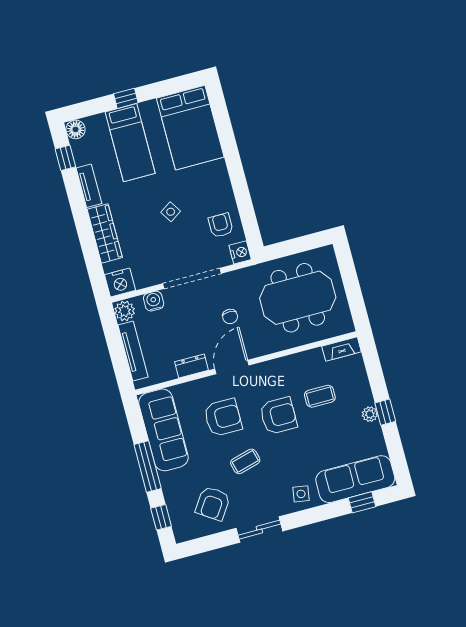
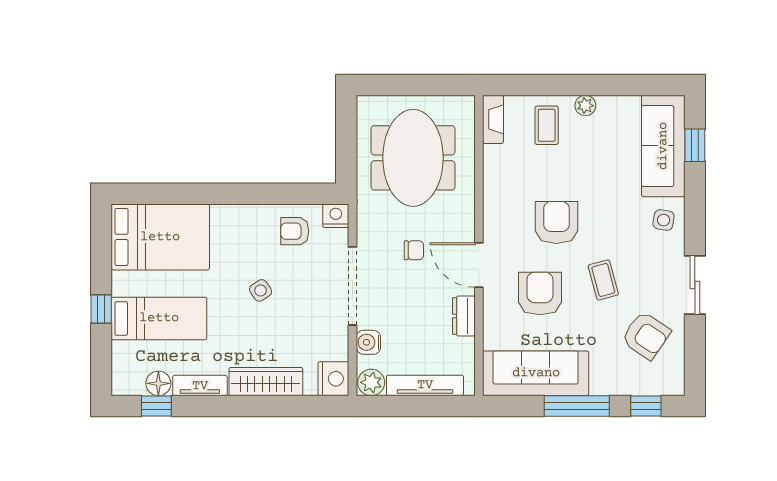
floor lamp: (76, 129) -> (158, 383), moved
coffee table: (320, 396) -> (547, 125), moved
window: (385, 412) -> (588, 85), removed

